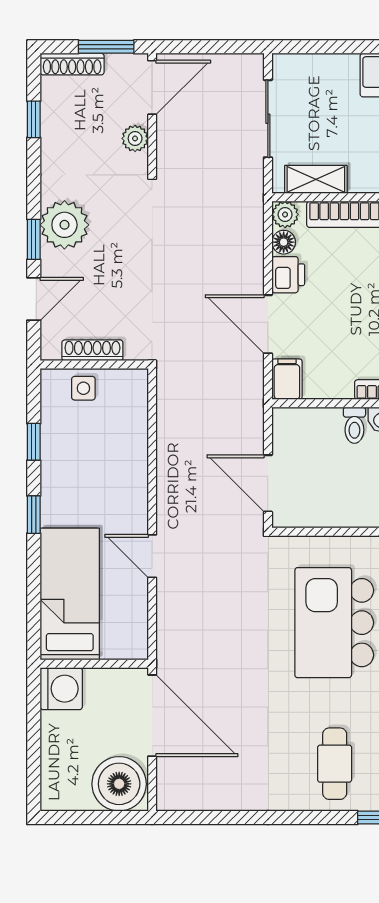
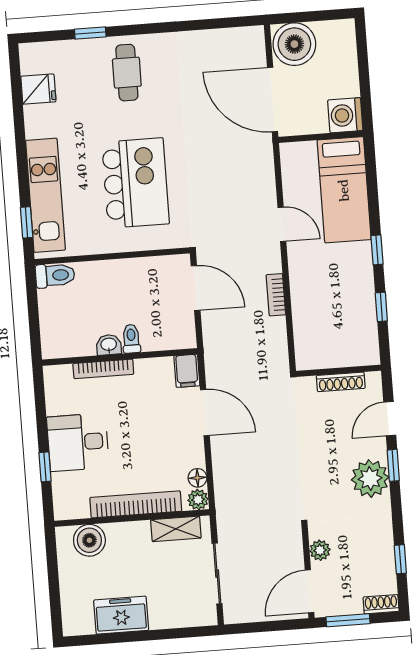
shoe rack: (72, 64) -> (381, 604), width x0.70
printer: (288, 275) -> (192, 453), removed
side table: (83, 388) -> (346, 352), removed
bookcase: (167, 467) -> (276, 295), added

